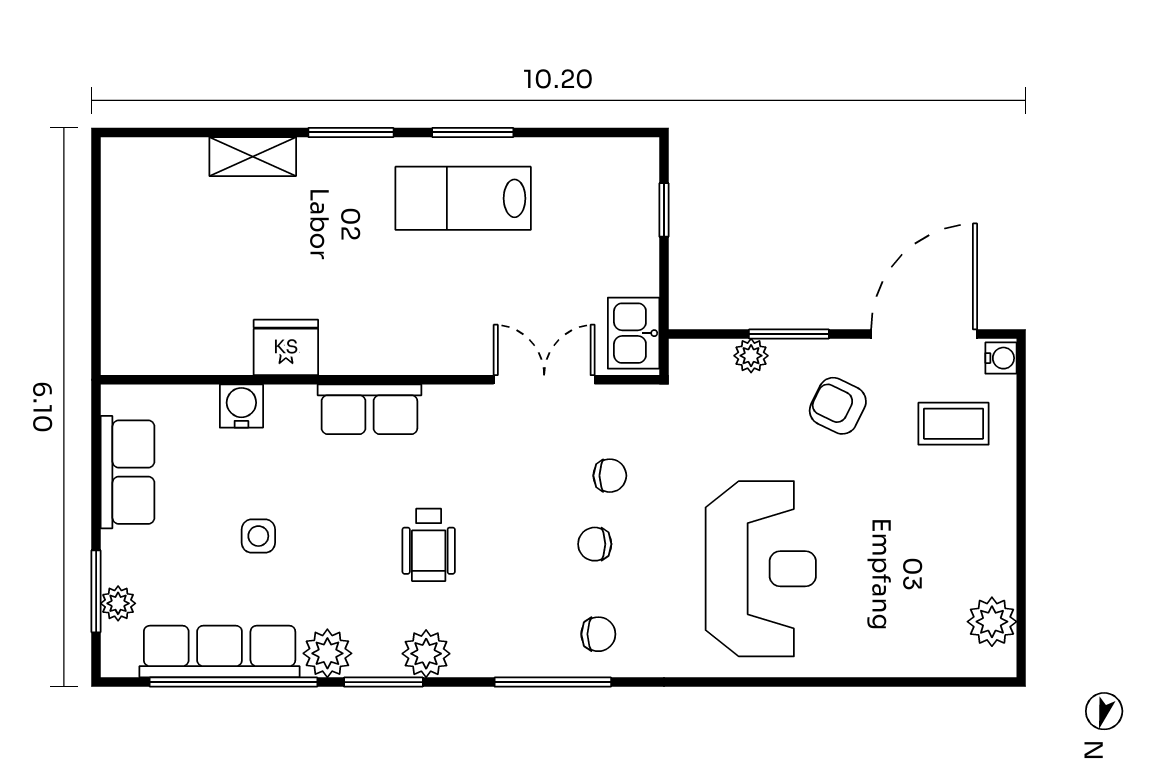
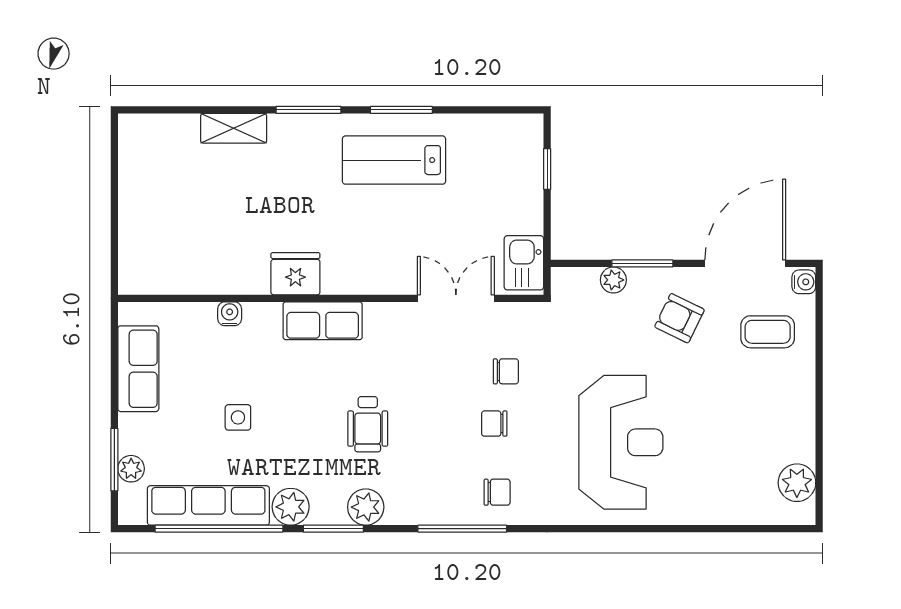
fridge: (286, 347) -> (295, 274), moved
water cooler: (241, 406) -> (230, 314), width x0.72, depth x0.72

